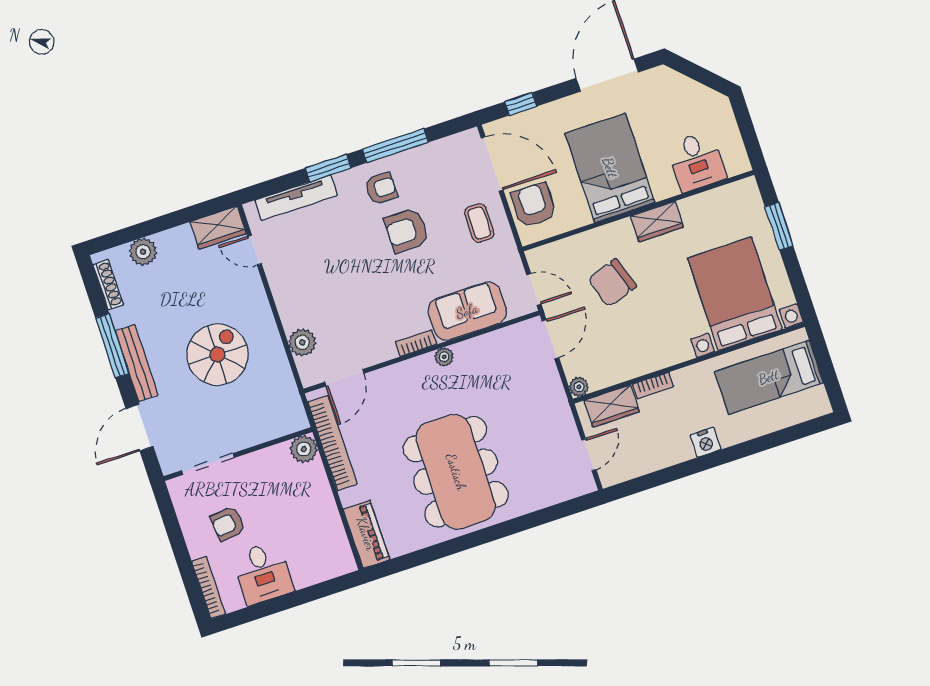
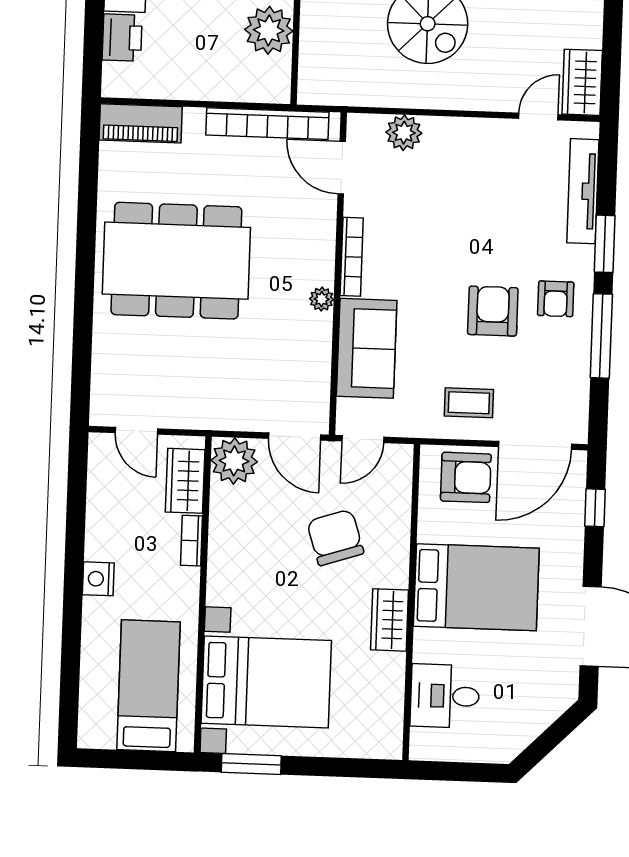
window: (779, 226) -> (251, 764), moved
bookcase: (416, 343) -> (352, 257), width x1.56
plant: (579, 387) -> (234, 461), width x1.88, depth x1.88
plant: (304, 449) -> (269, 30), moved, width x1.36, depth x1.36
printer: (310, 571) -> (122, 38), added

